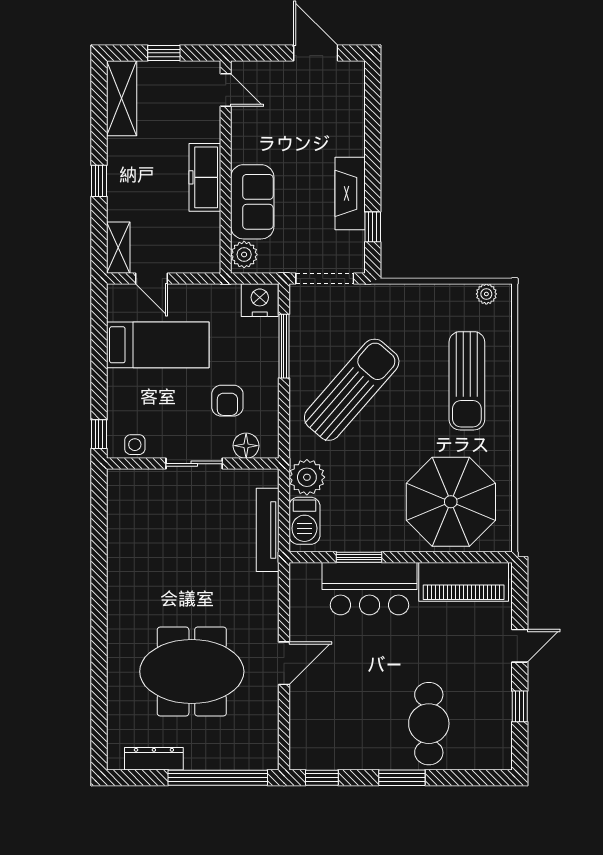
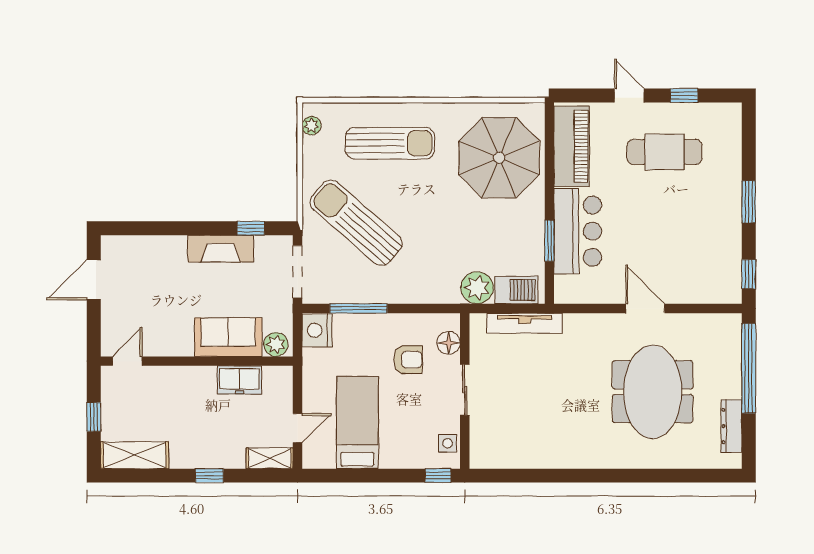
freezer: (205, 177) -> (239, 380), moved, width x0.71
sun lounger: (352, 390) -> (356, 223), moved
cafe table: (429, 724) -> (665, 152), moved

